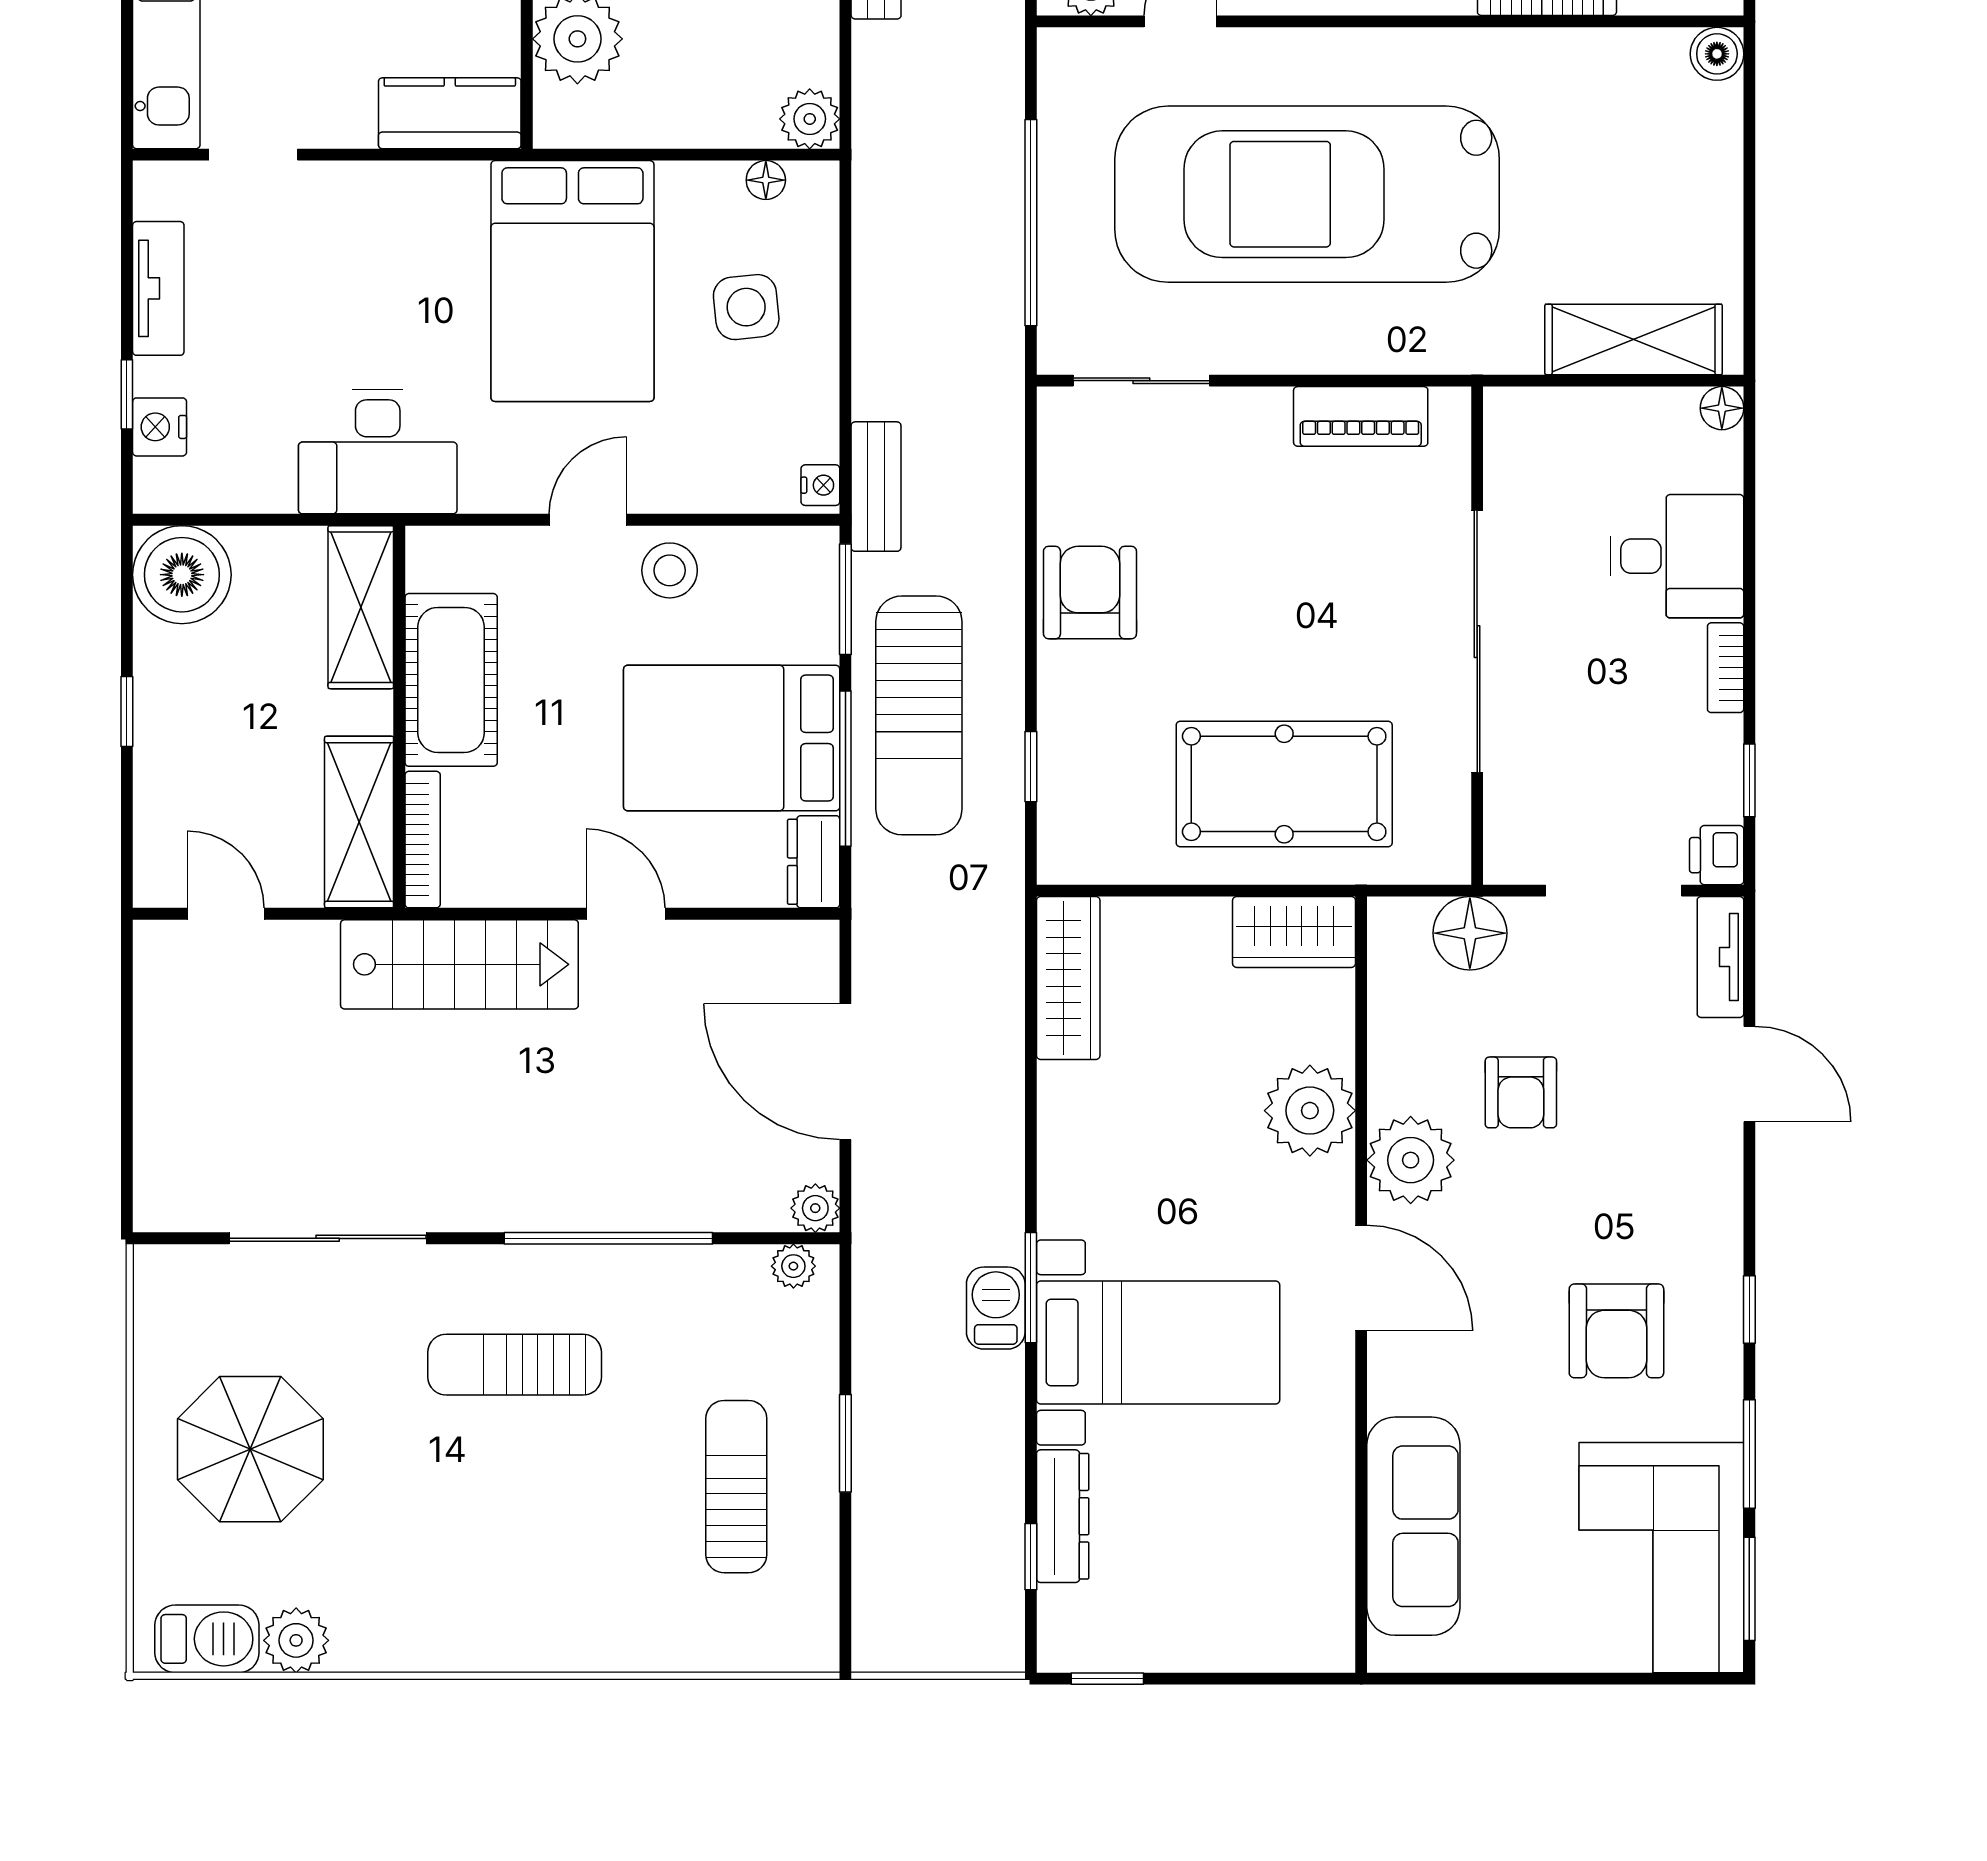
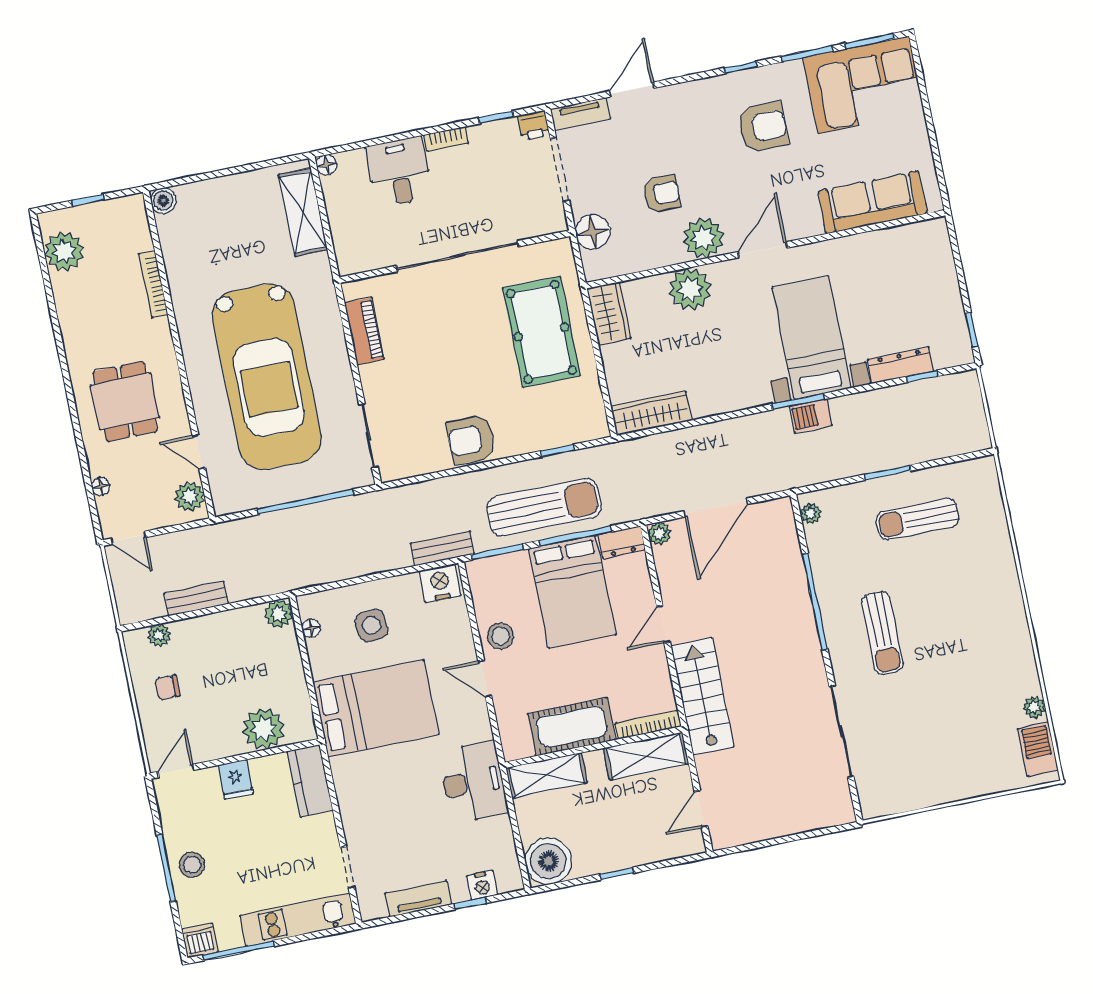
nightstand: (820, 485) -> (440, 583), width x1.89, depth x1.79
plant: (815, 1208) -> (659, 534), moved
parasol: (250, 1449) -> (946, 747), removed
plant: (296, 1640) -> (1034, 707), width x0.73, depth x0.73

